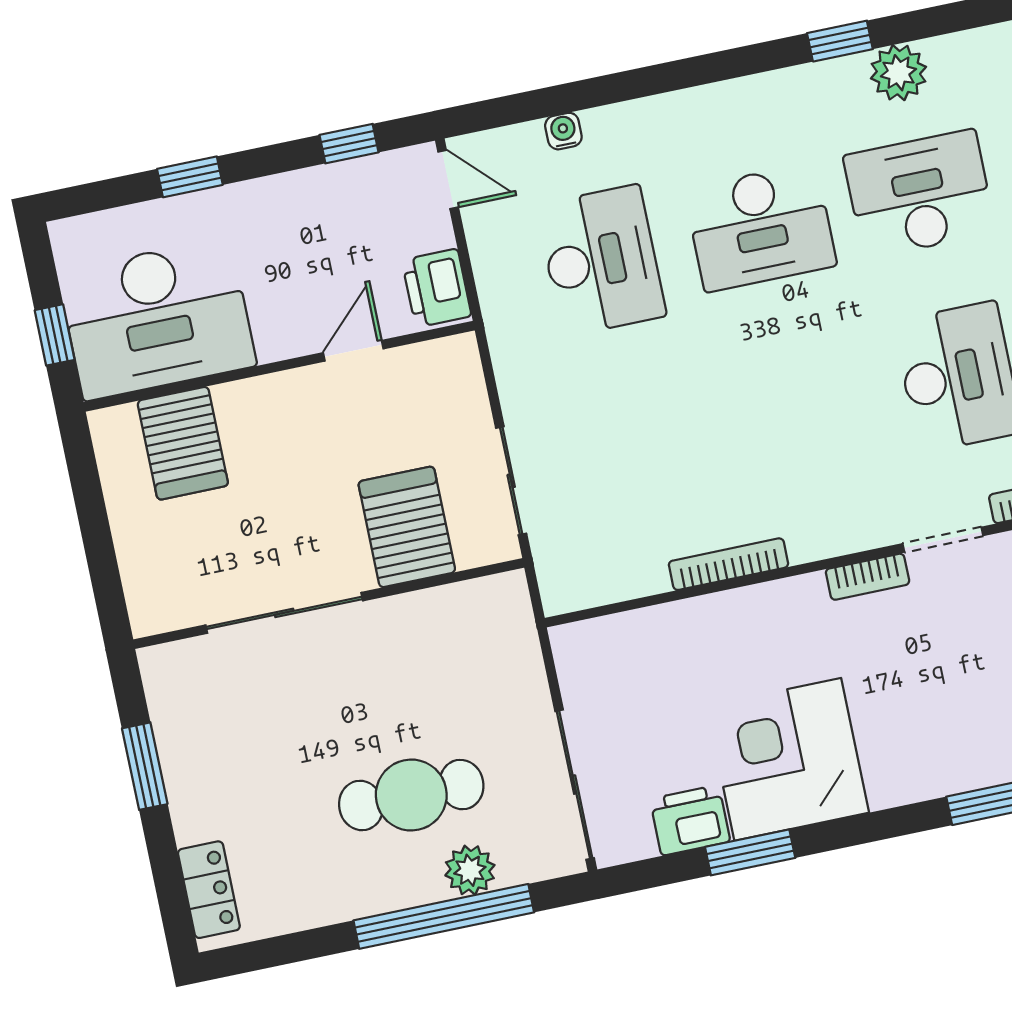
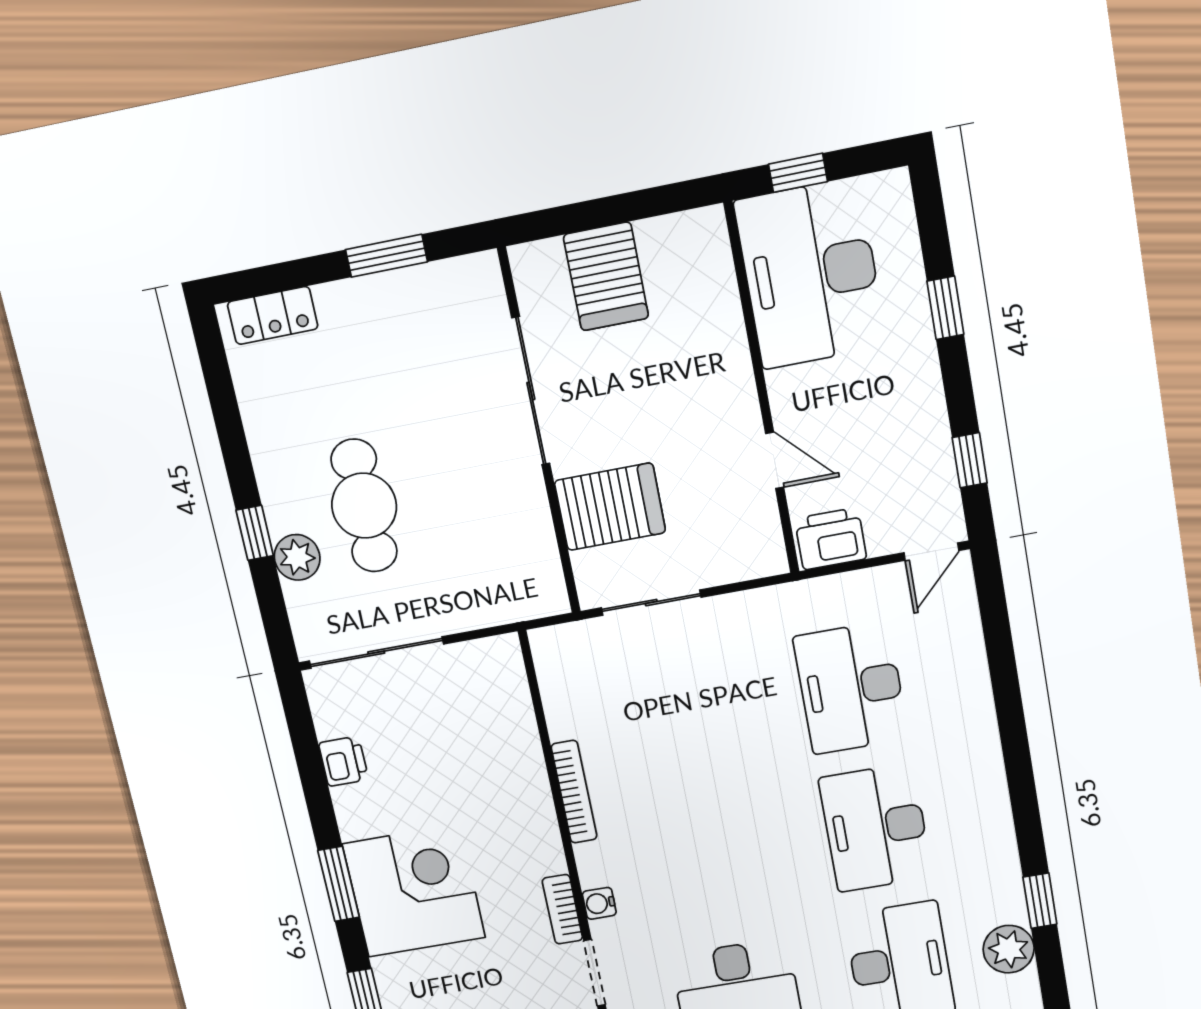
water cooler: (563, 131) -> (599, 903), moved, turned 180
desk: (601, 260) -> (851, 688), turned 90
server rack: (183, 443) -> (606, 276), moved, turned -90
corner desk: (788, 759) -> (414, 891), moved
printer: (690, 820) -> (343, 761), width x0.73, depth x0.81
window: (750, 852) -> (339, 884), moved
window: (444, 916) -> (255, 533), width x0.32

